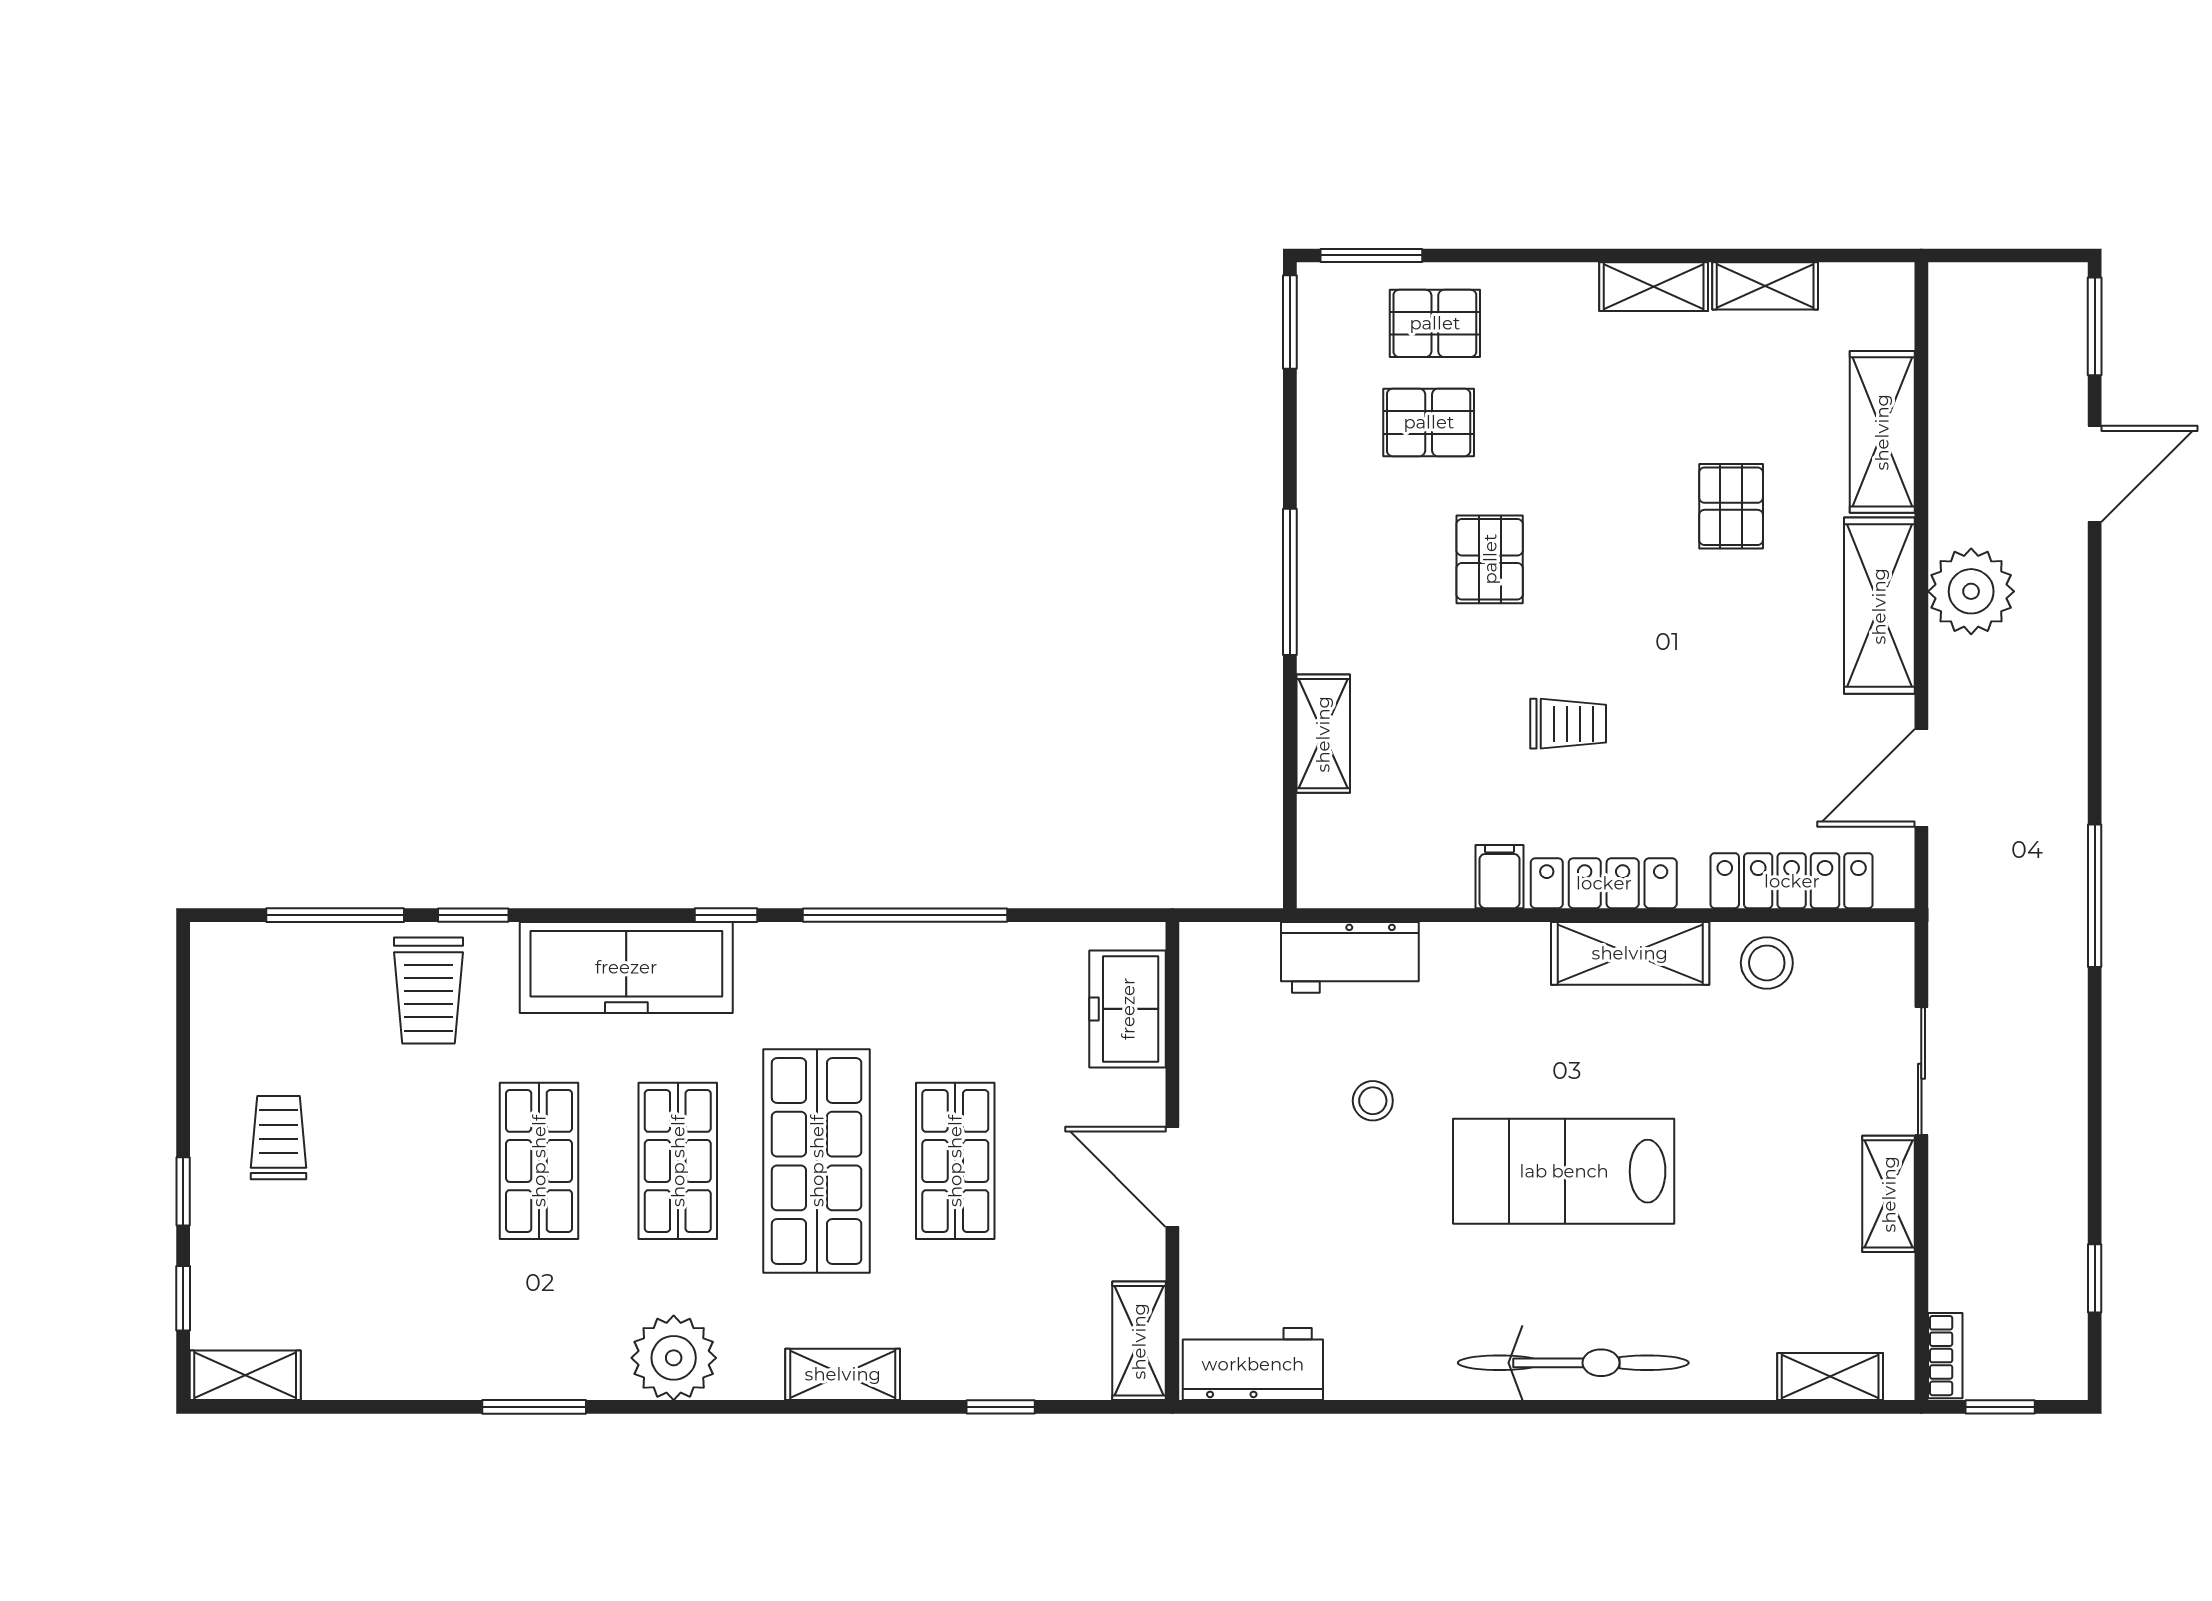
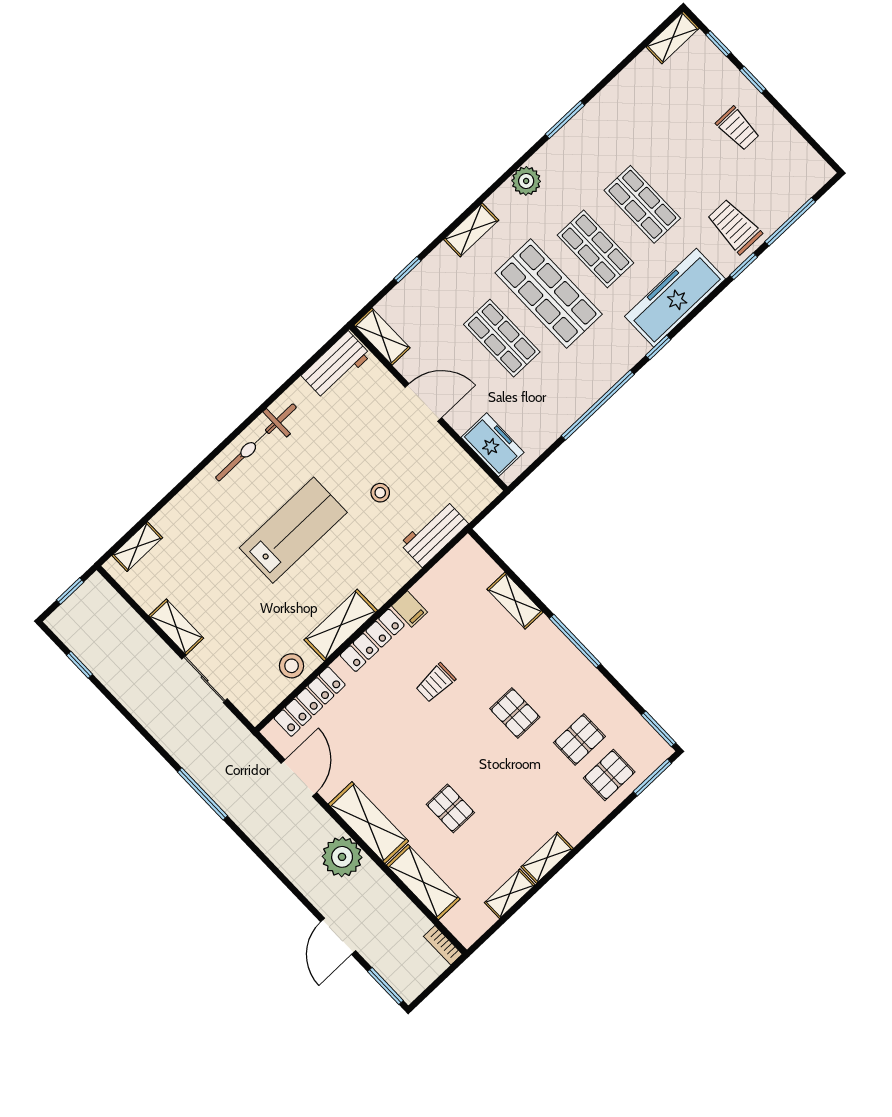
bookcase: (1945, 1356) -> (443, 945), moved
plant: (674, 1358) -> (526, 181), width x0.73, depth x0.73
bicycle: (1573, 1363) -> (256, 442), moved

